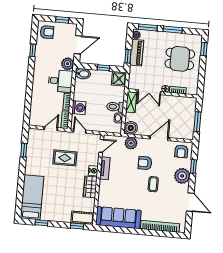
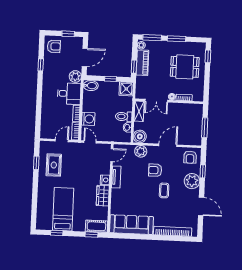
rug: (65, 158) -> (54, 165), moved, turned 90
bed: (32, 197) -> (63, 209), moved

